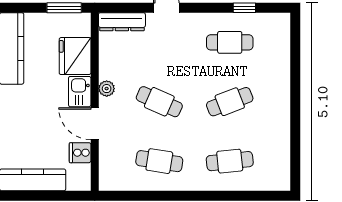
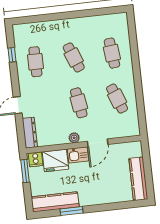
cafe table: (159, 102) -> (79, 103), turned -33
cooker: (80, 153) -> (36, 159), moved
cafe table: (159, 161) -> (117, 99), turned -30

